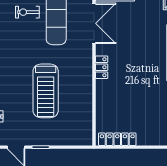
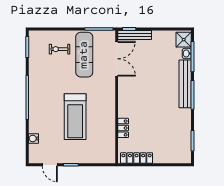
locker: (102, 67) -> (123, 128), moved

